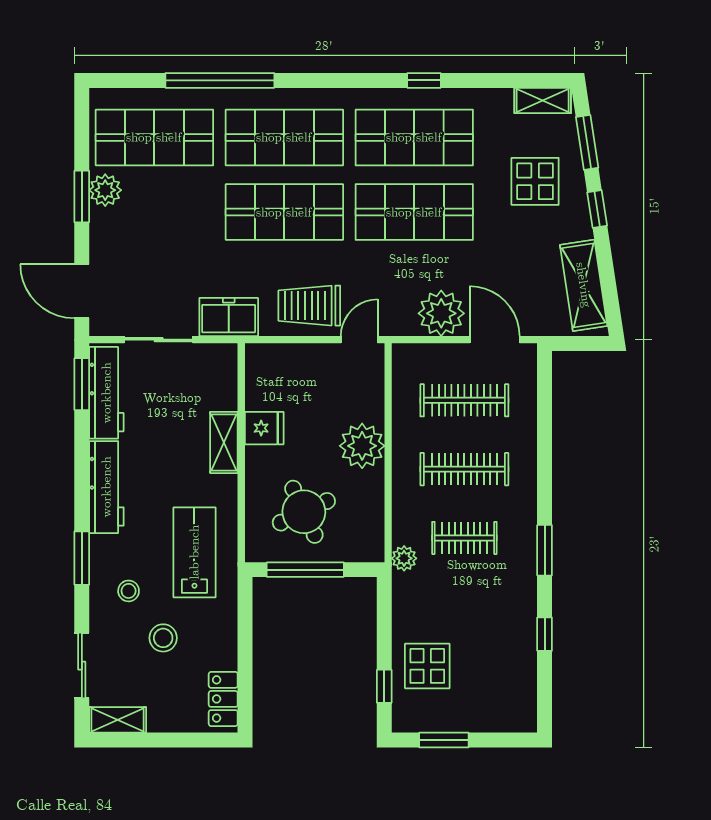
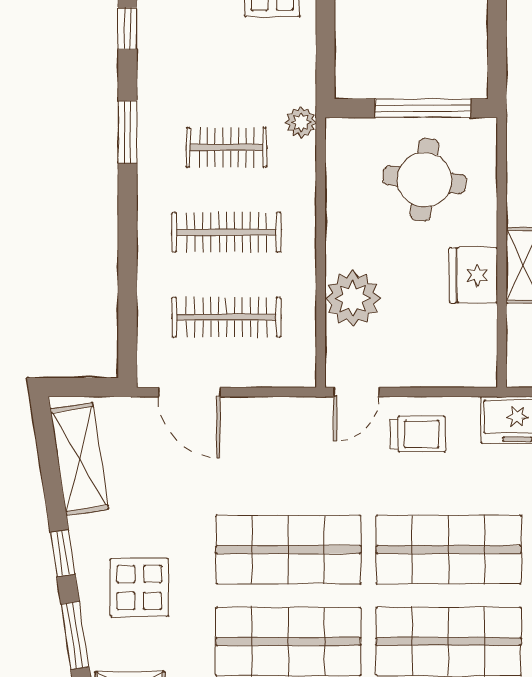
trolley: (309, 306) -> (418, 434), width x0.73, depth x0.72
plant: (441, 313) -> (255, 425), removed
fridge: (264, 428) -> (473, 275), width x1.38
plant: (362, 446) -> (353, 298), moved
round table: (304, 512) -> (425, 180), turned 32

